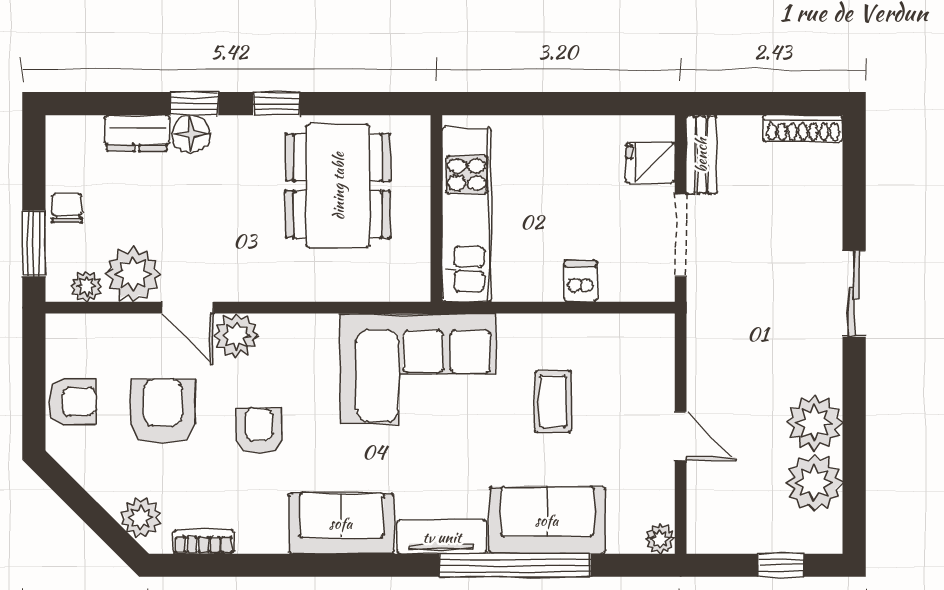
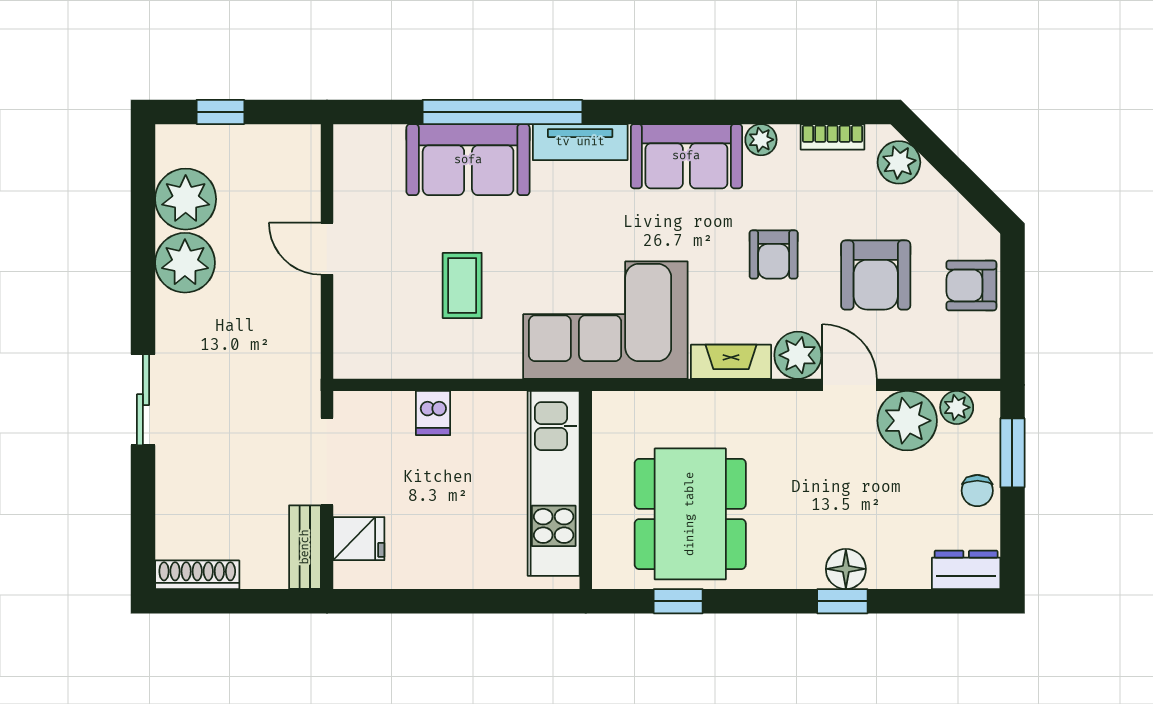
window: (276, 104) -> (678, 601), moved
dresser: (137, 133) -> (966, 570), moved
fireplace: (299, 330) -> (731, 362), added
plant: (660, 539) -> (761, 140), moved

